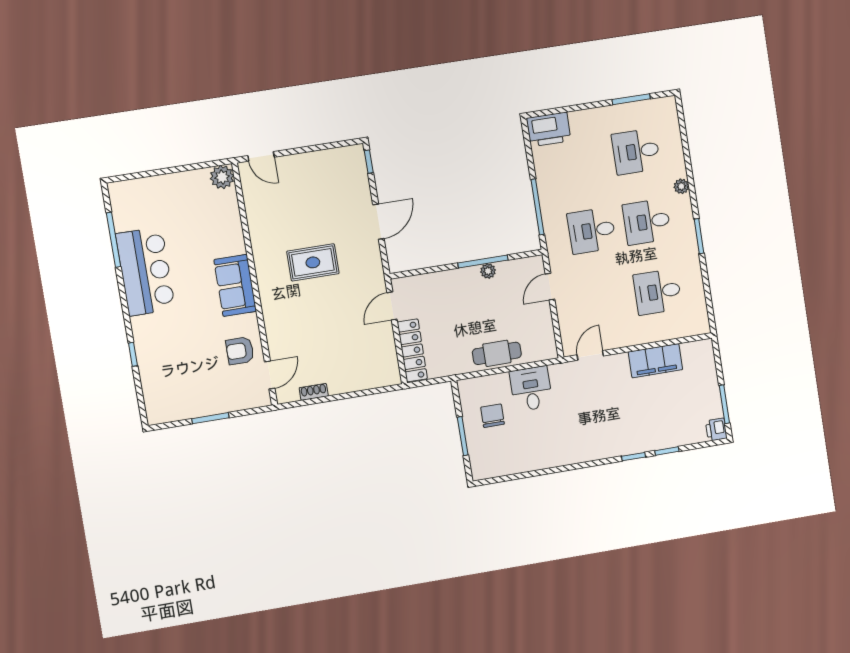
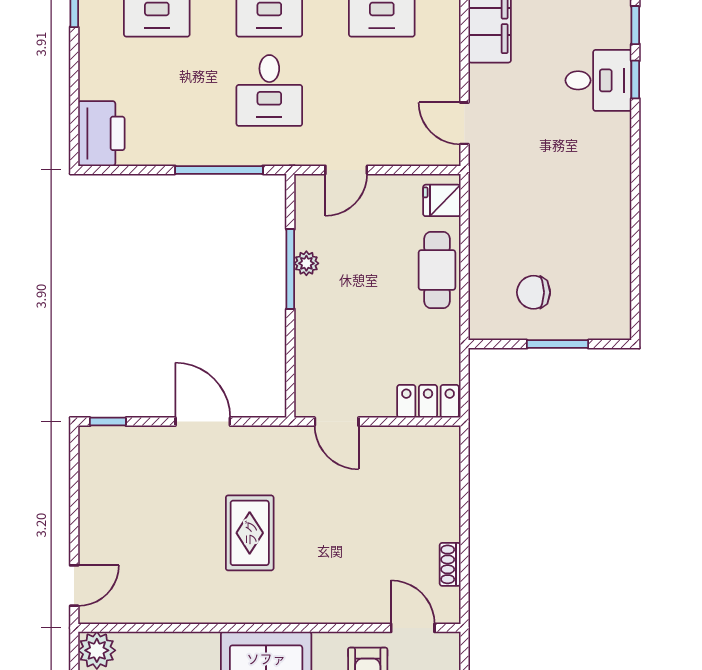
door: (550, 287) -> (346, 170), hinge flipped
fridge: (540, 349) -> (442, 200), added
locker: (412, 350) -> (428, 401), width x0.66
desk: (531, 389) -> (598, 80), moved, turned 180

